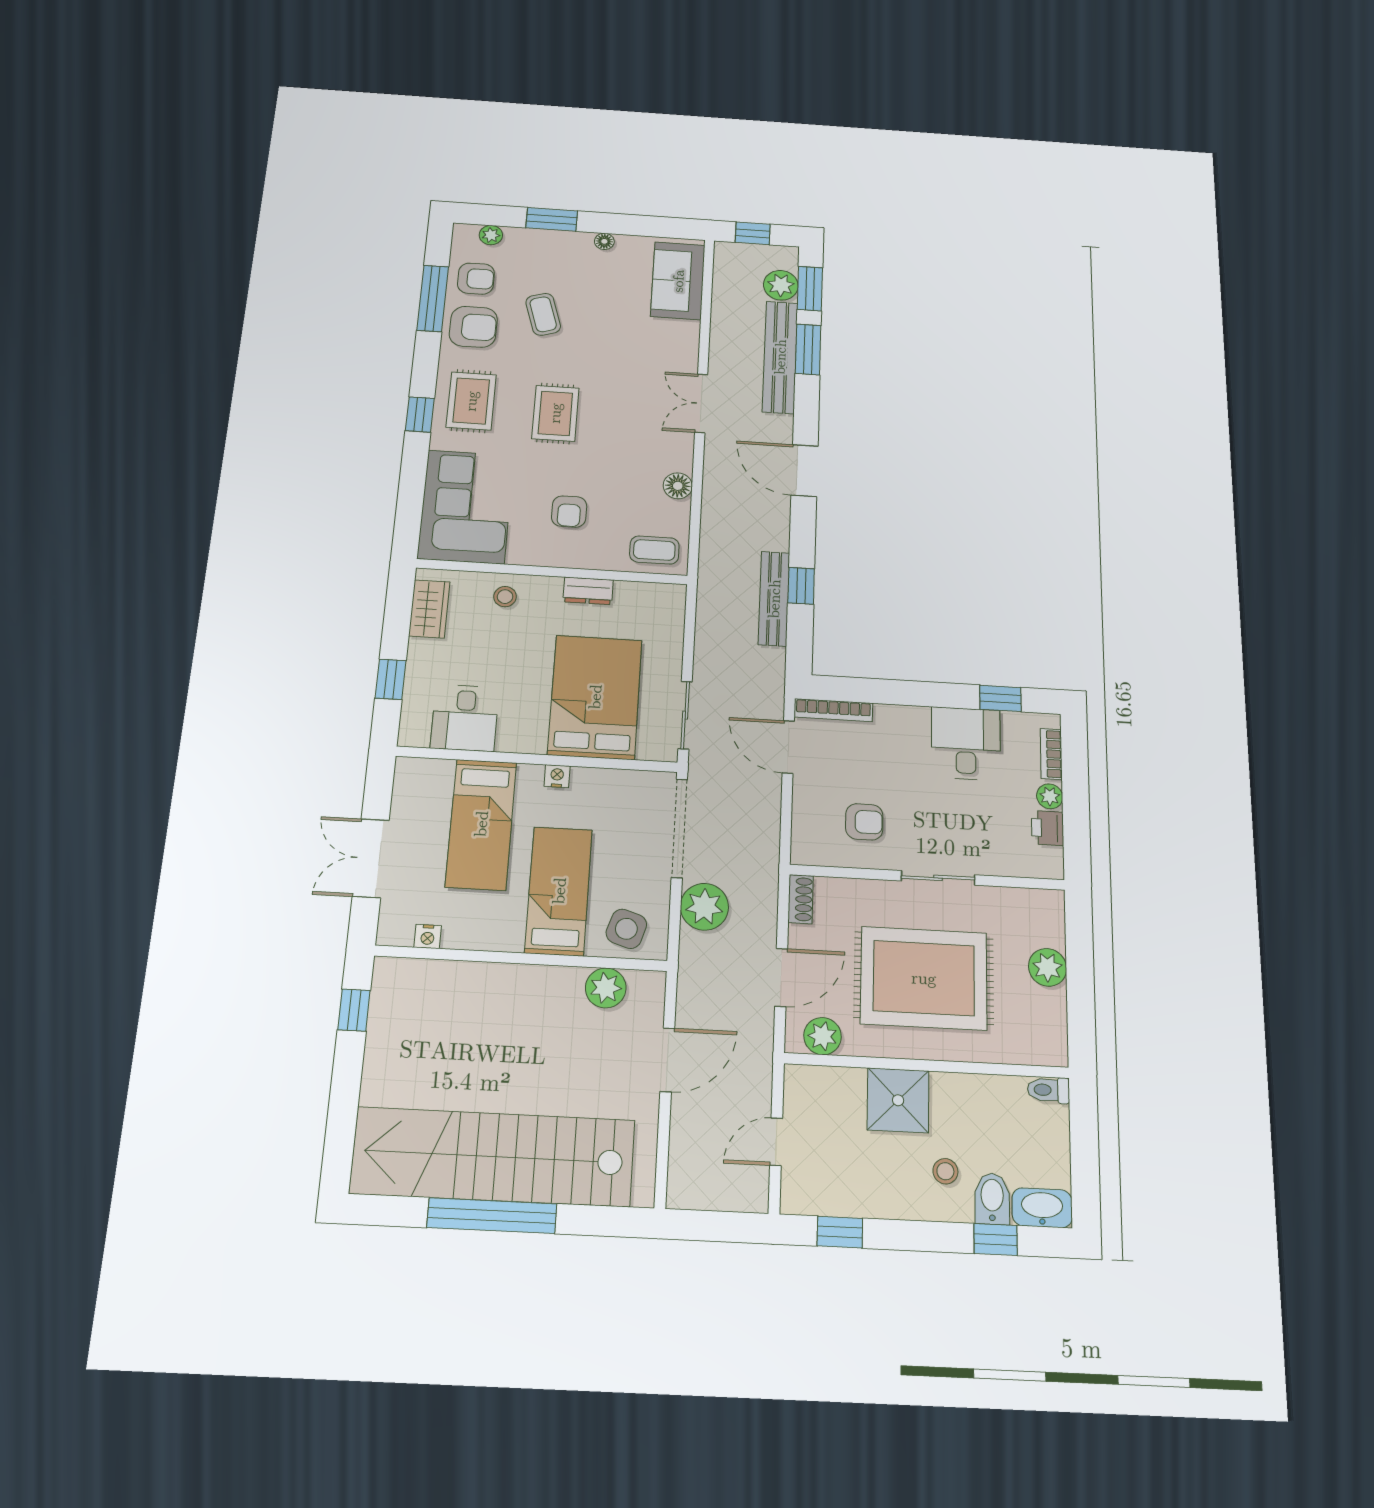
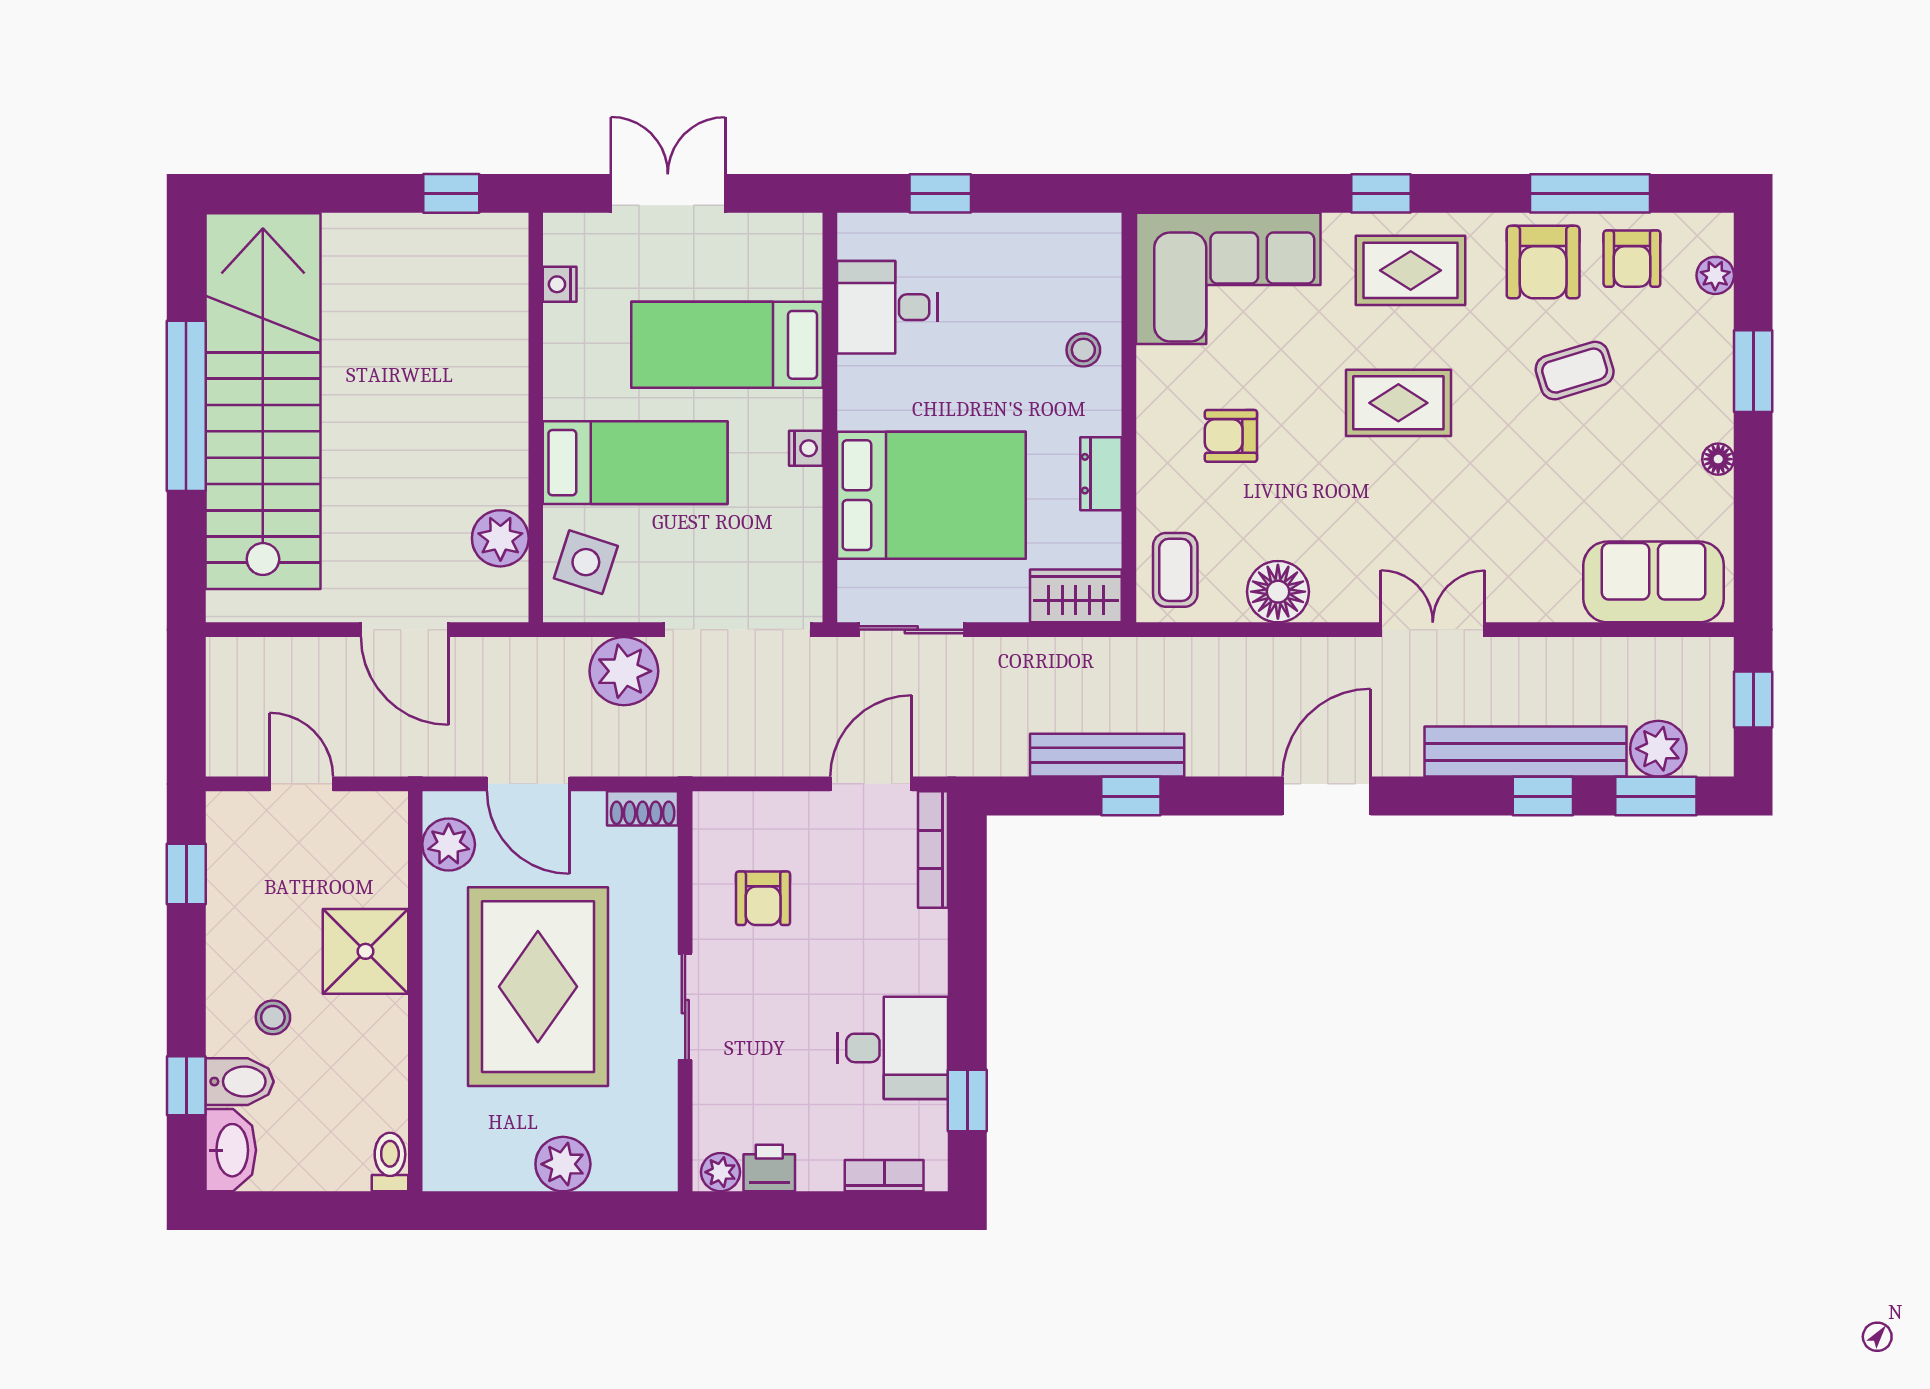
window: (808, 349) -> (1543, 796), width x0.67
floor lamp: (678, 486) -> (1278, 592), width x1.38, depth x1.38
wardrobe: (429, 609) -> (1076, 596), moved, turned 180
plant: (1050, 796) -> (721, 1172), moved

